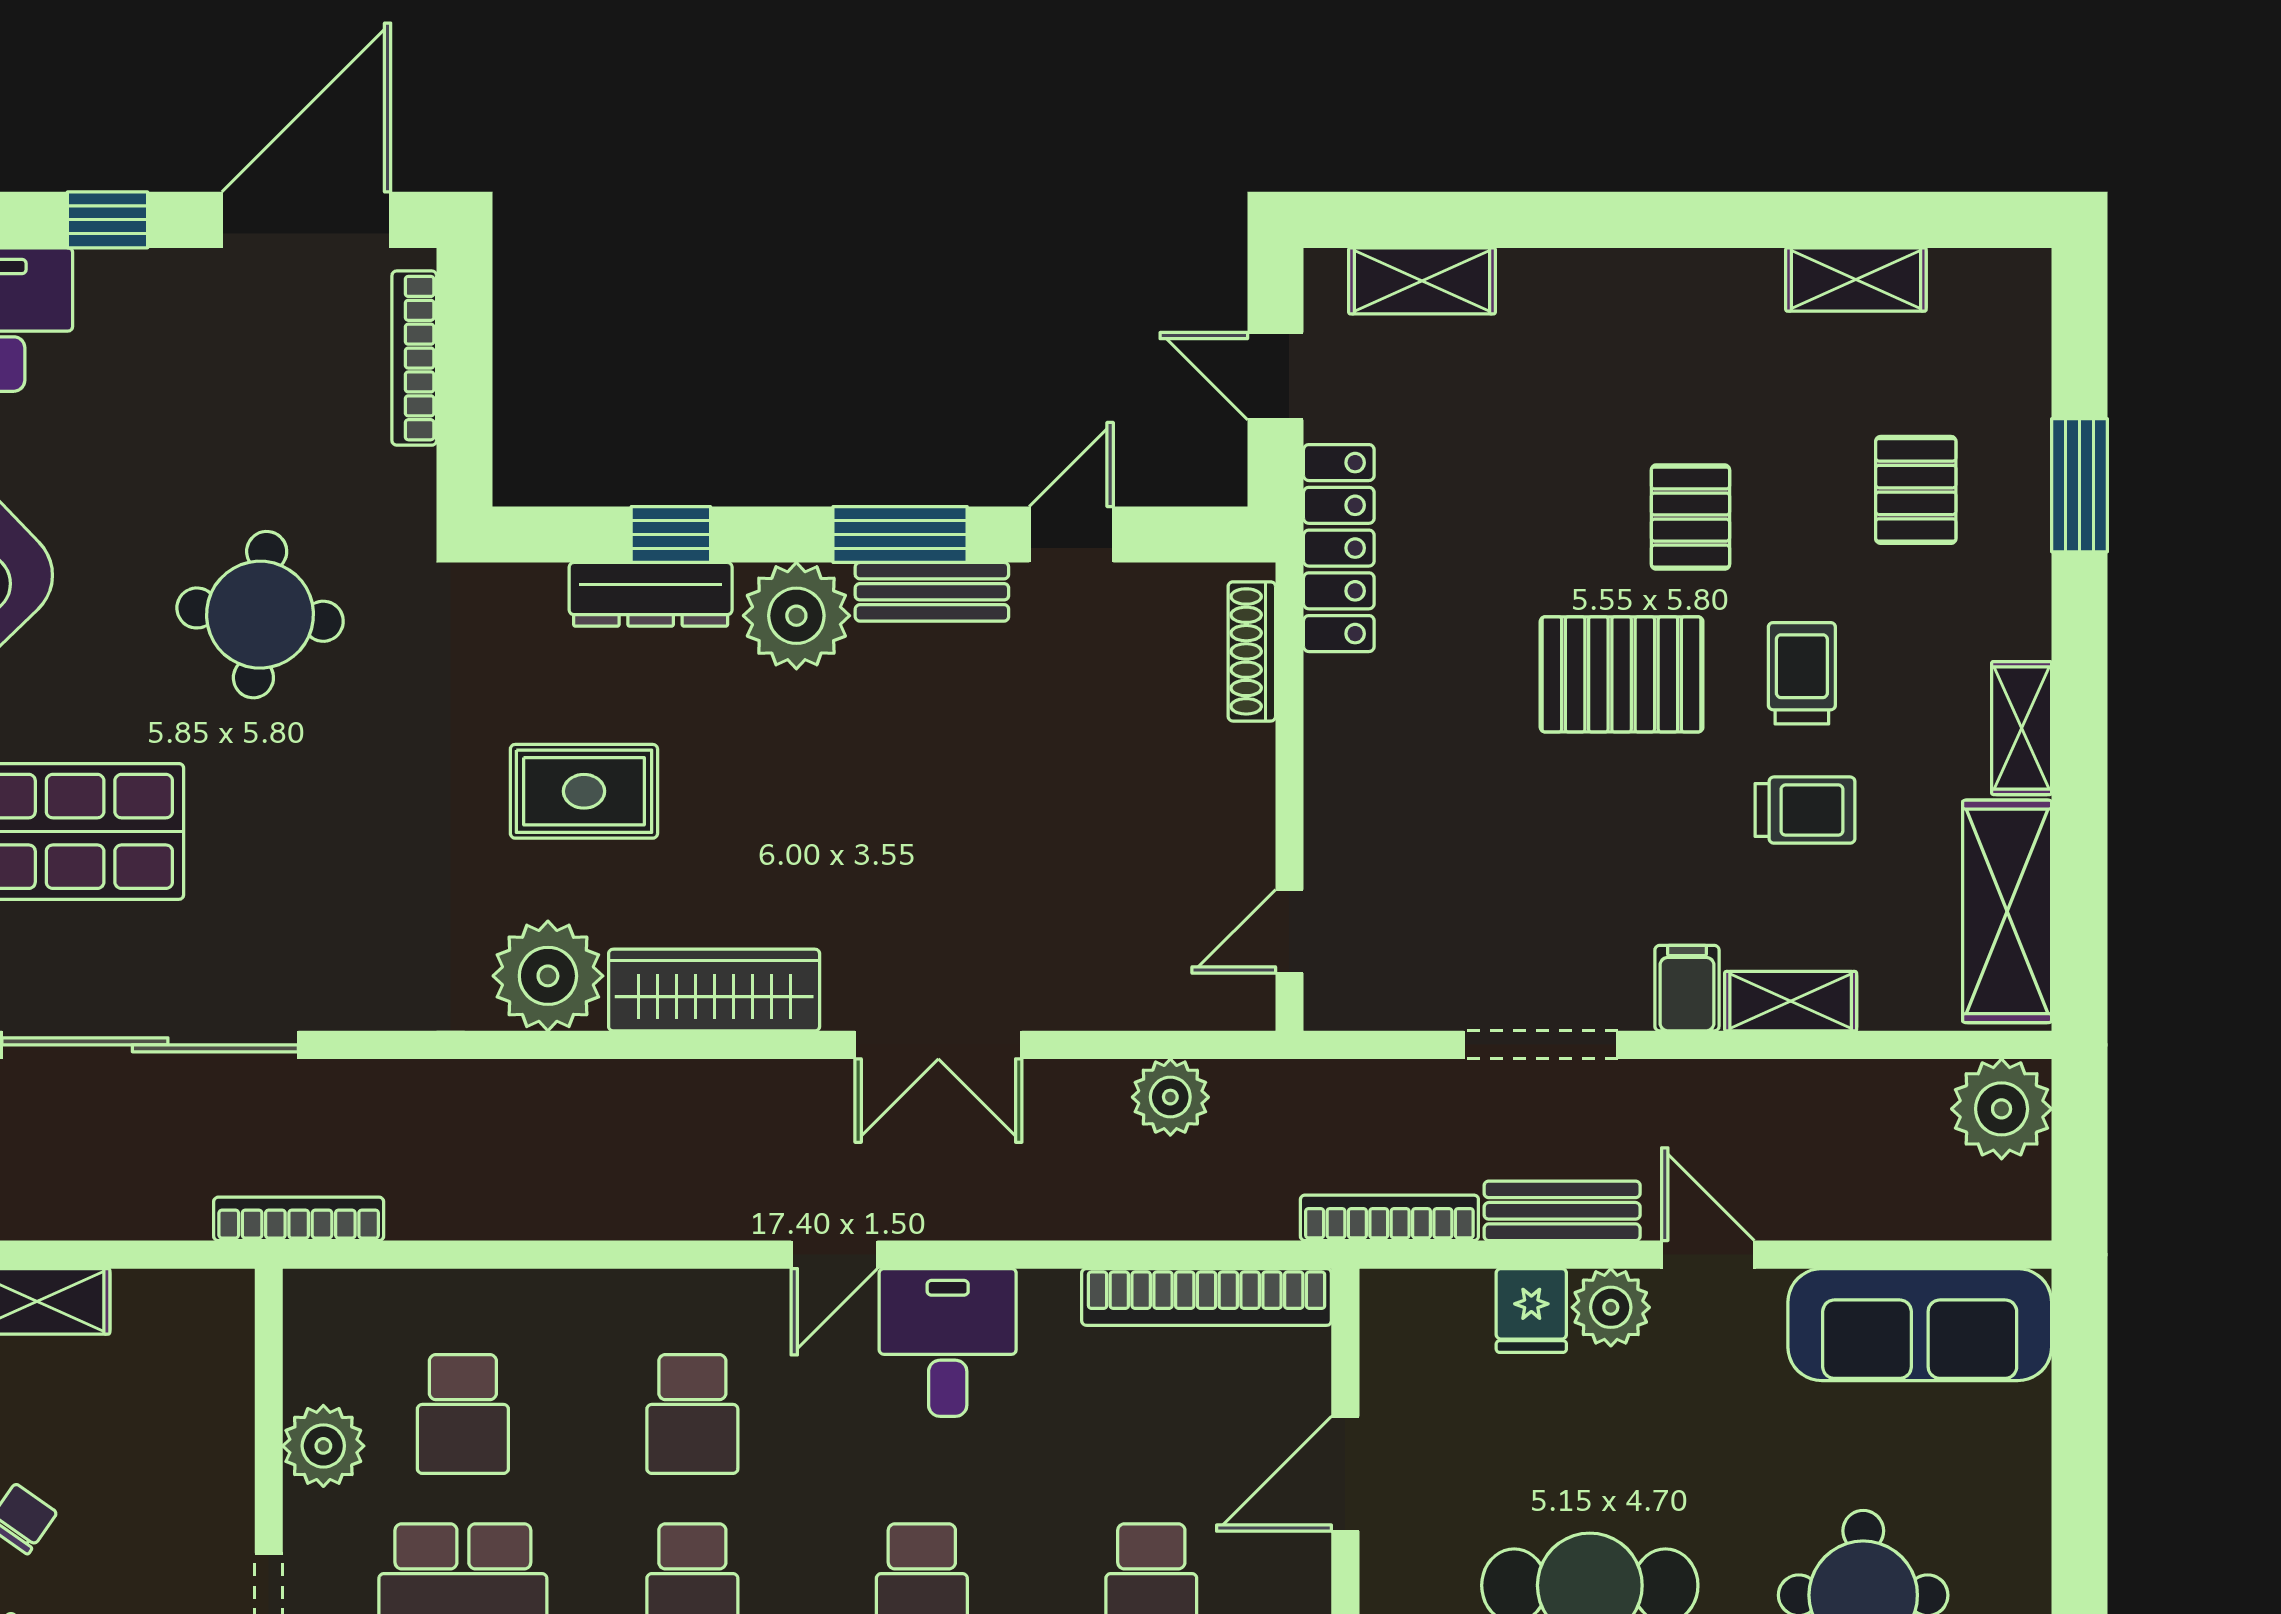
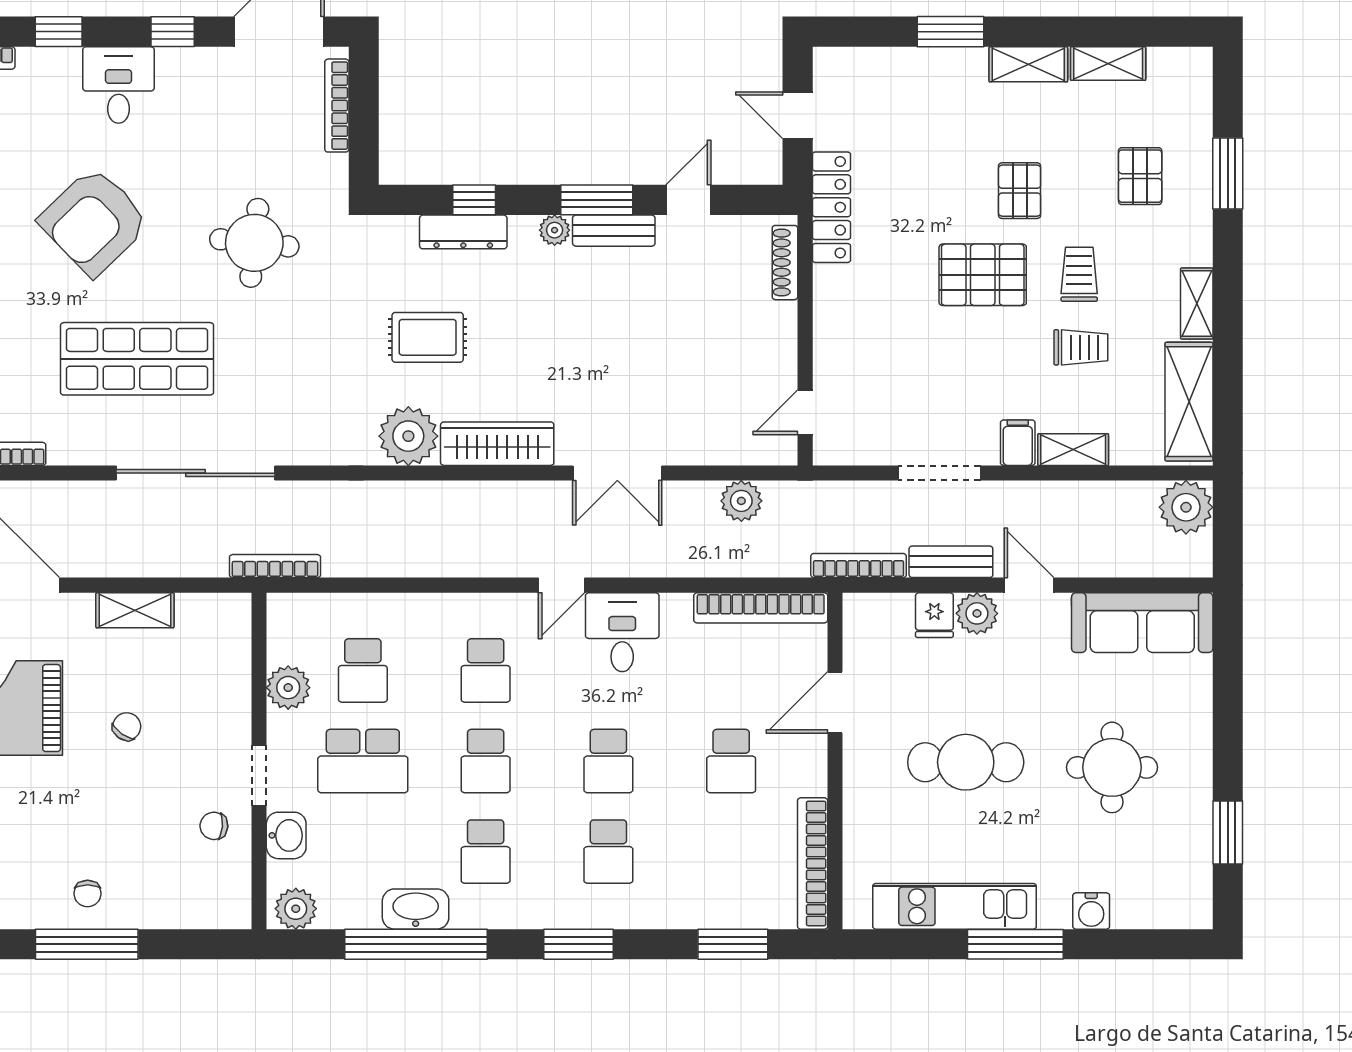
window: (1561, 220) -> (951, 32), added
shelving: (1422, 281) -> (1028, 64), moved
plant: (796, 616) -> (555, 230), width x0.53, depth x0.53

